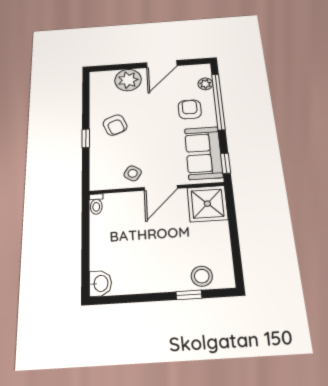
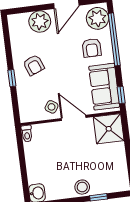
plant: (205, 84) -> (98, 18), width x1.88, depth x1.88
armchair: (190, 109) -> (92, 48), turned 180
door: (161, 188) -> (74, 118), swing flipped
stool: (202, 276) -> (82, 187), moved

